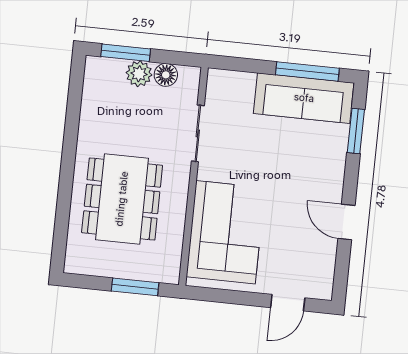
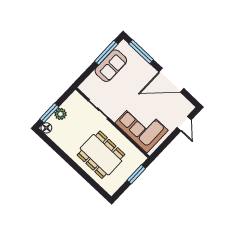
floor lamp: (166, 75) -> (46, 128), moved
sofa: (304, 98) -> (111, 66), width x0.73
window: (356, 131) -> (141, 52), width x1.44
door: (346, 222) -> (171, 80), width x1.88

